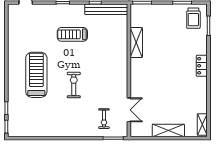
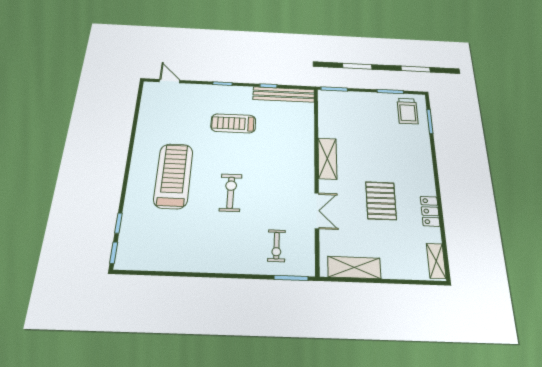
shelving: (136, 43) -> (327, 159), moved
locker: (202, 66) -> (430, 211), moved
pallet: (170, 86) -> (381, 201), added
double door: (129, 110) -> (317, 211), moved
shelving: (168, 130) -> (354, 267), moved

